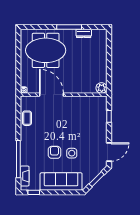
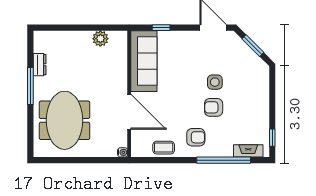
plant: (102, 88) -> (100, 39), moved
door: (51, 95) -> (129, 112), swing flipped
armchair: (34, 140) -> (196, 137), added
sofa: (61, 182) -> (144, 61), moved, turned 180

